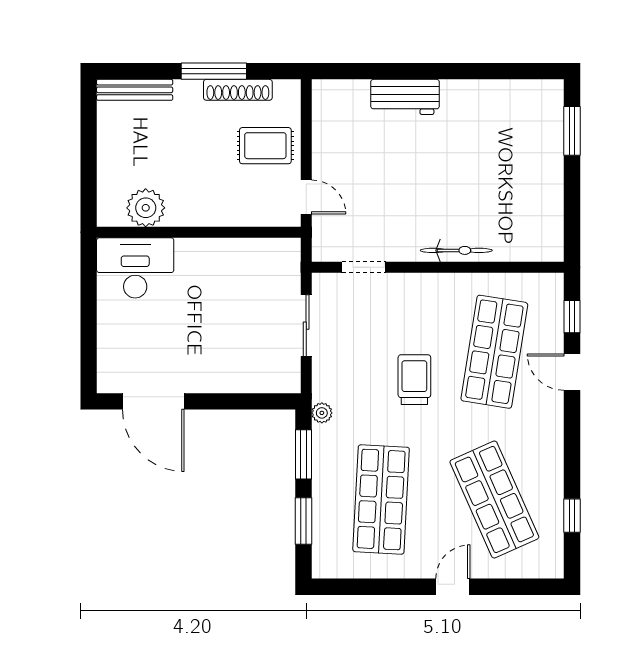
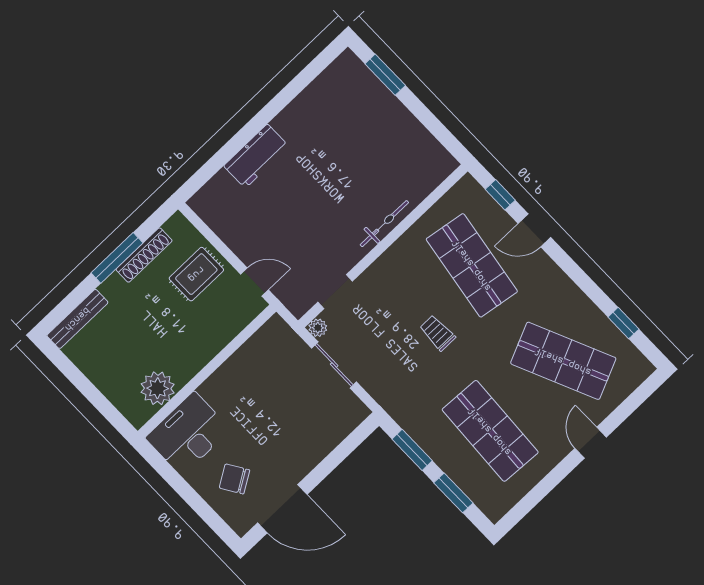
chair: (138, 340) -> (234, 479), added
trolley: (414, 380) -> (437, 333), width x0.73, depth x0.72
plant: (322, 413) -> (318, 328), moved

